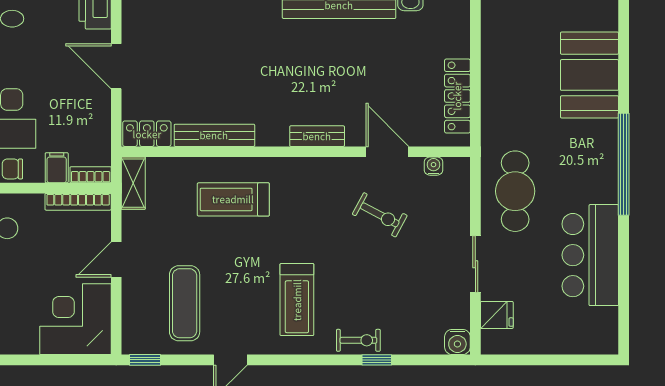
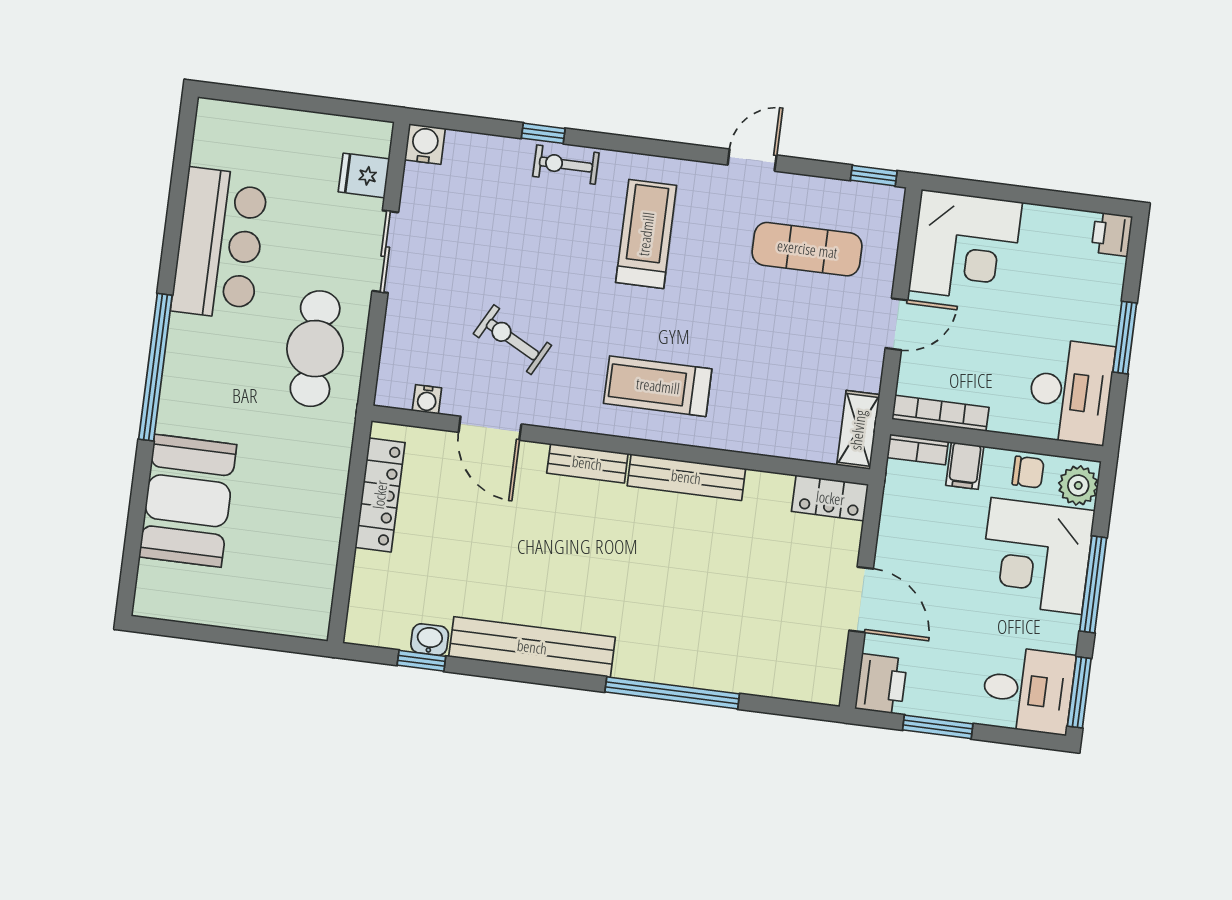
bench: (214, 135) -> (686, 477), moved
treadmill: (233, 199) -> (658, 386), moved, turned 180
exercise mat: (185, 303) -> (807, 249), turned 90

